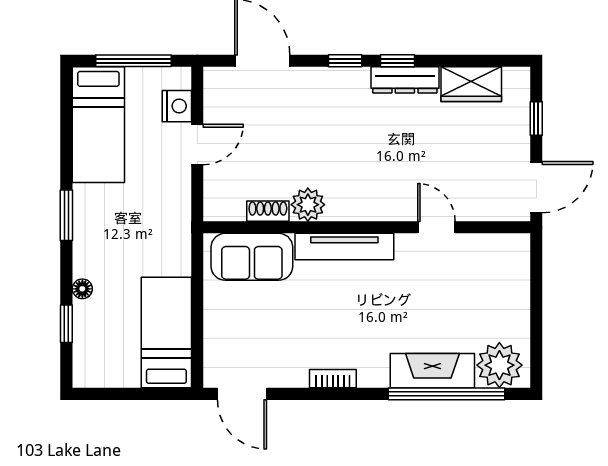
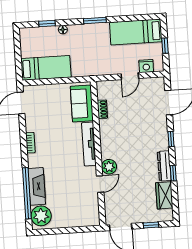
window: (134, 61) -> (165, 46), width x0.46
window: (398, 61) -> (173, 173), moved
door: (197, 145) -> (130, 76), hinge flipped
plant: (308, 205) -> (109, 167), moved

